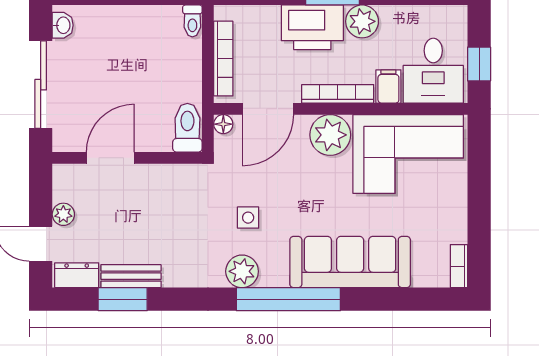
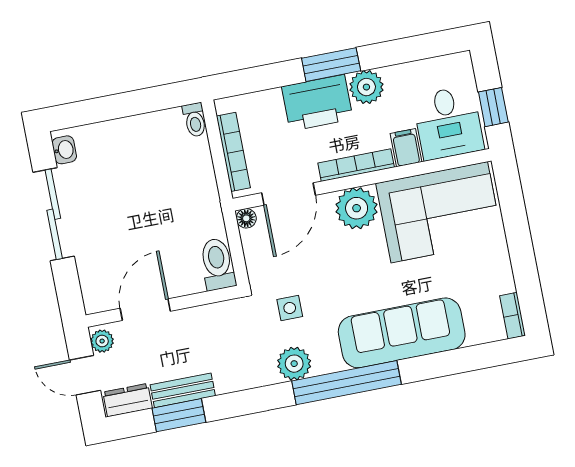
toilet: (187, 128) -> (217, 264), moved
door: (110, 158) -> (145, 310), moved
wall: (127, 158) -> (162, 306), moved

